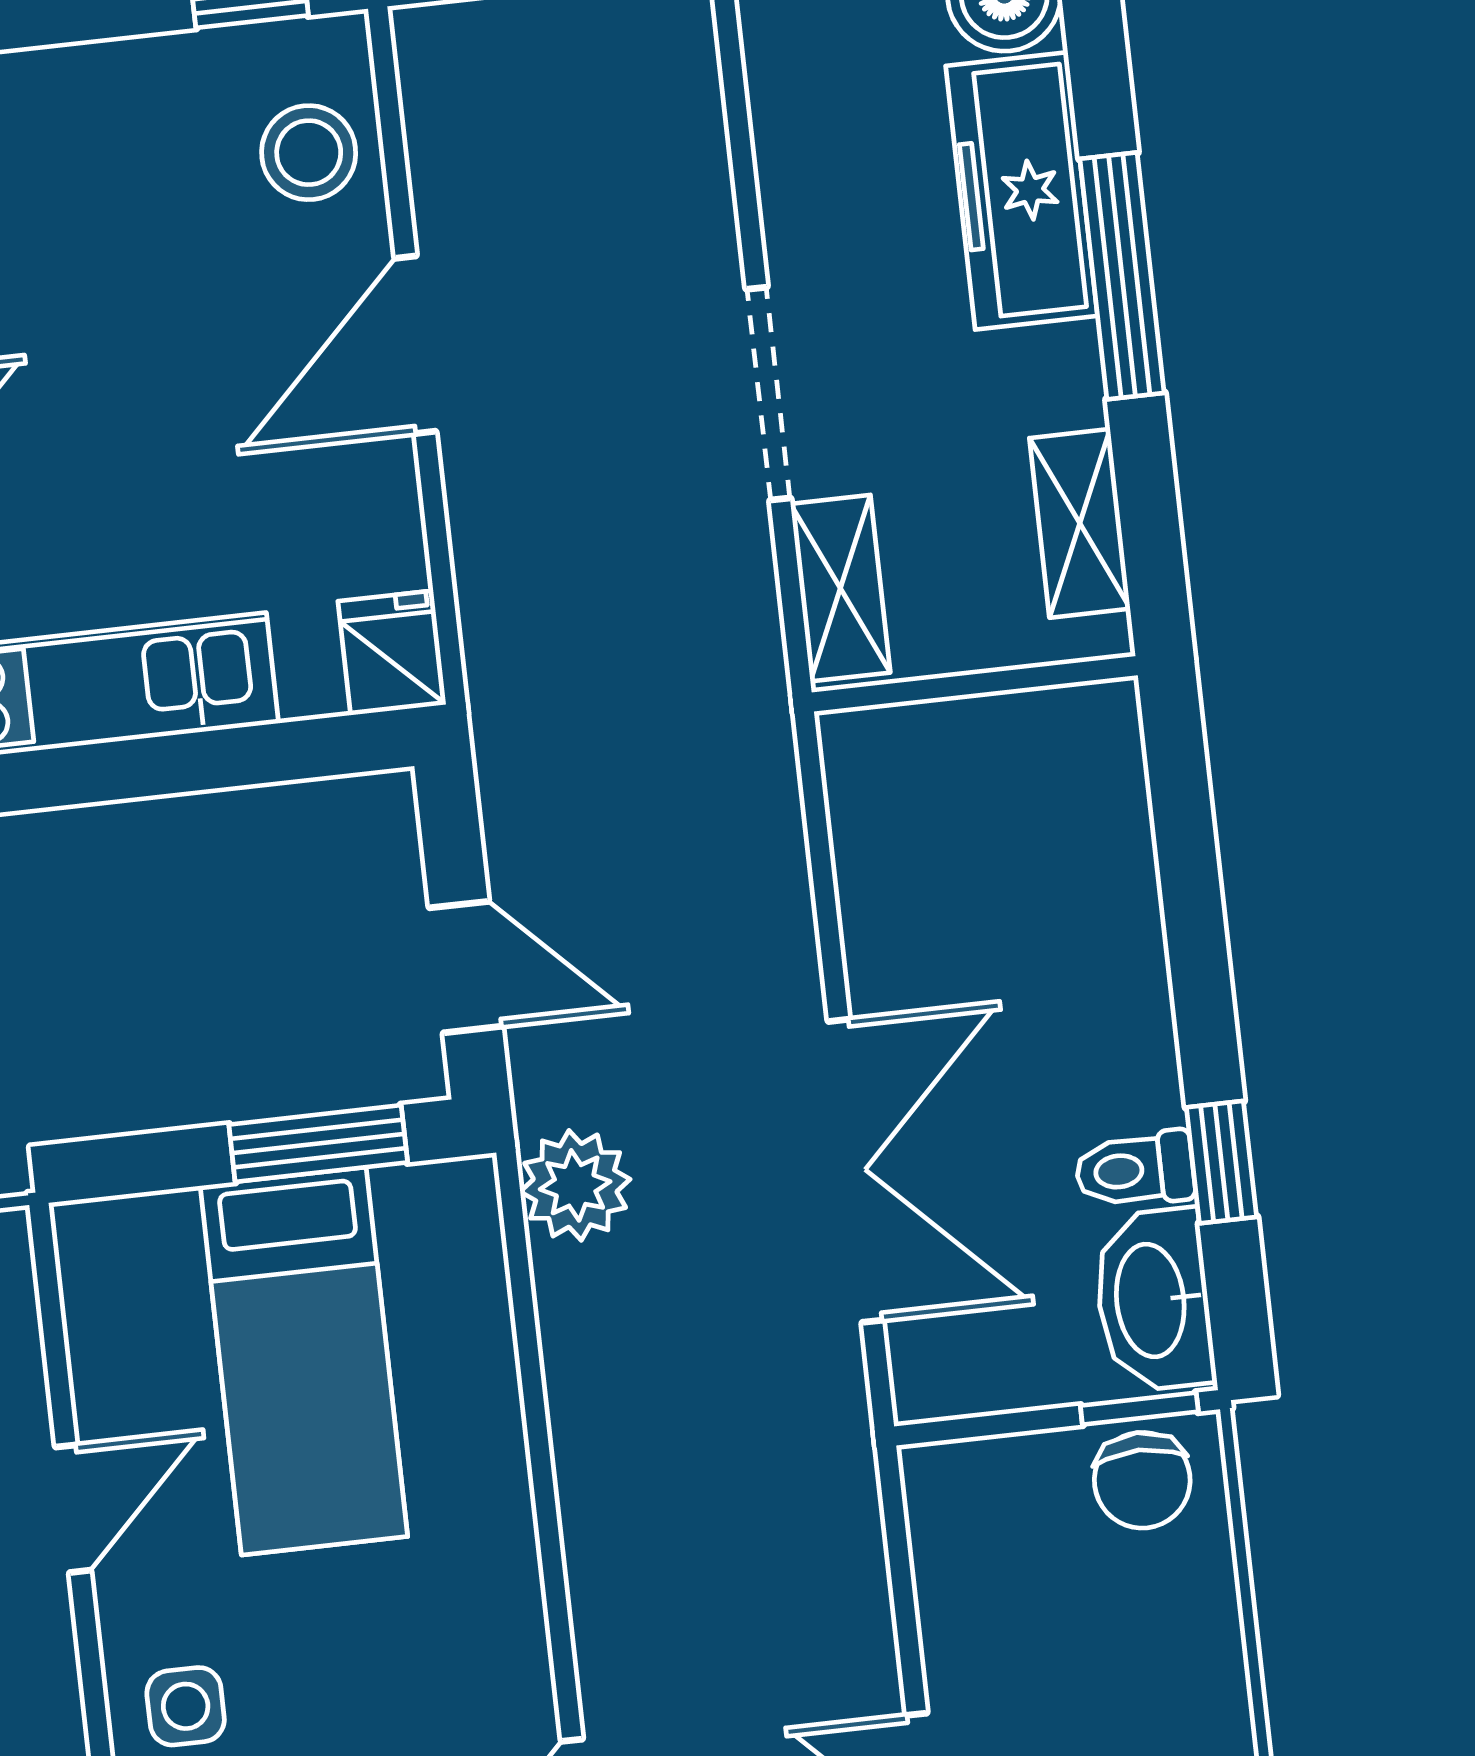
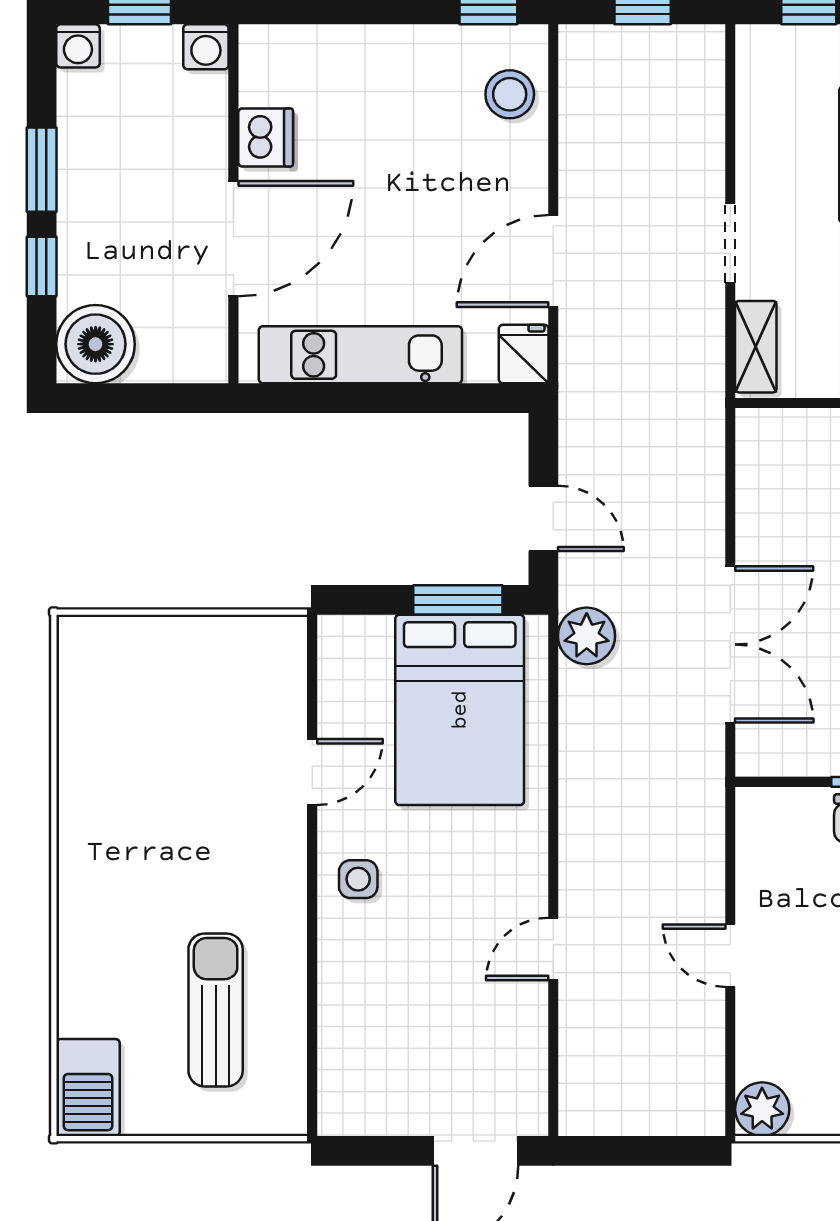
door: (415, 345) -> (553, 261), moved
doorway: (768, 394) -> (730, 243), width x0.73
bed: (304, 1361) -> (460, 710), width x1.50

